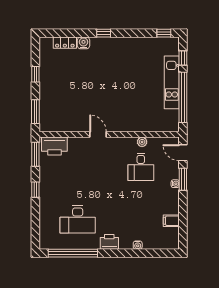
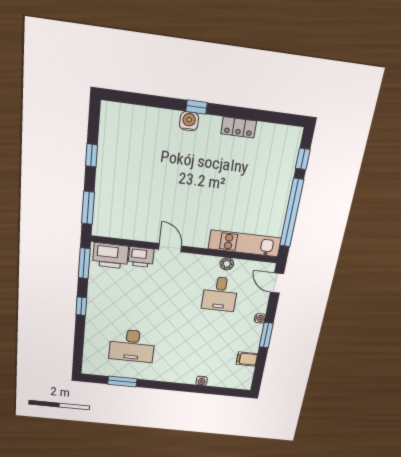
window: (164, 33) -> (283, 119), removed
locker: (65, 43) -> (239, 127), moved
water cooler: (83, 43) -> (189, 121), moved
kitchen unit: (172, 82) -> (245, 243), moved, turned 90
window: (183, 179) -> (266, 335), moved
printer: (109, 242) -> (141, 257), moved, turned 180
window: (73, 253) -> (122, 381), width x0.47

